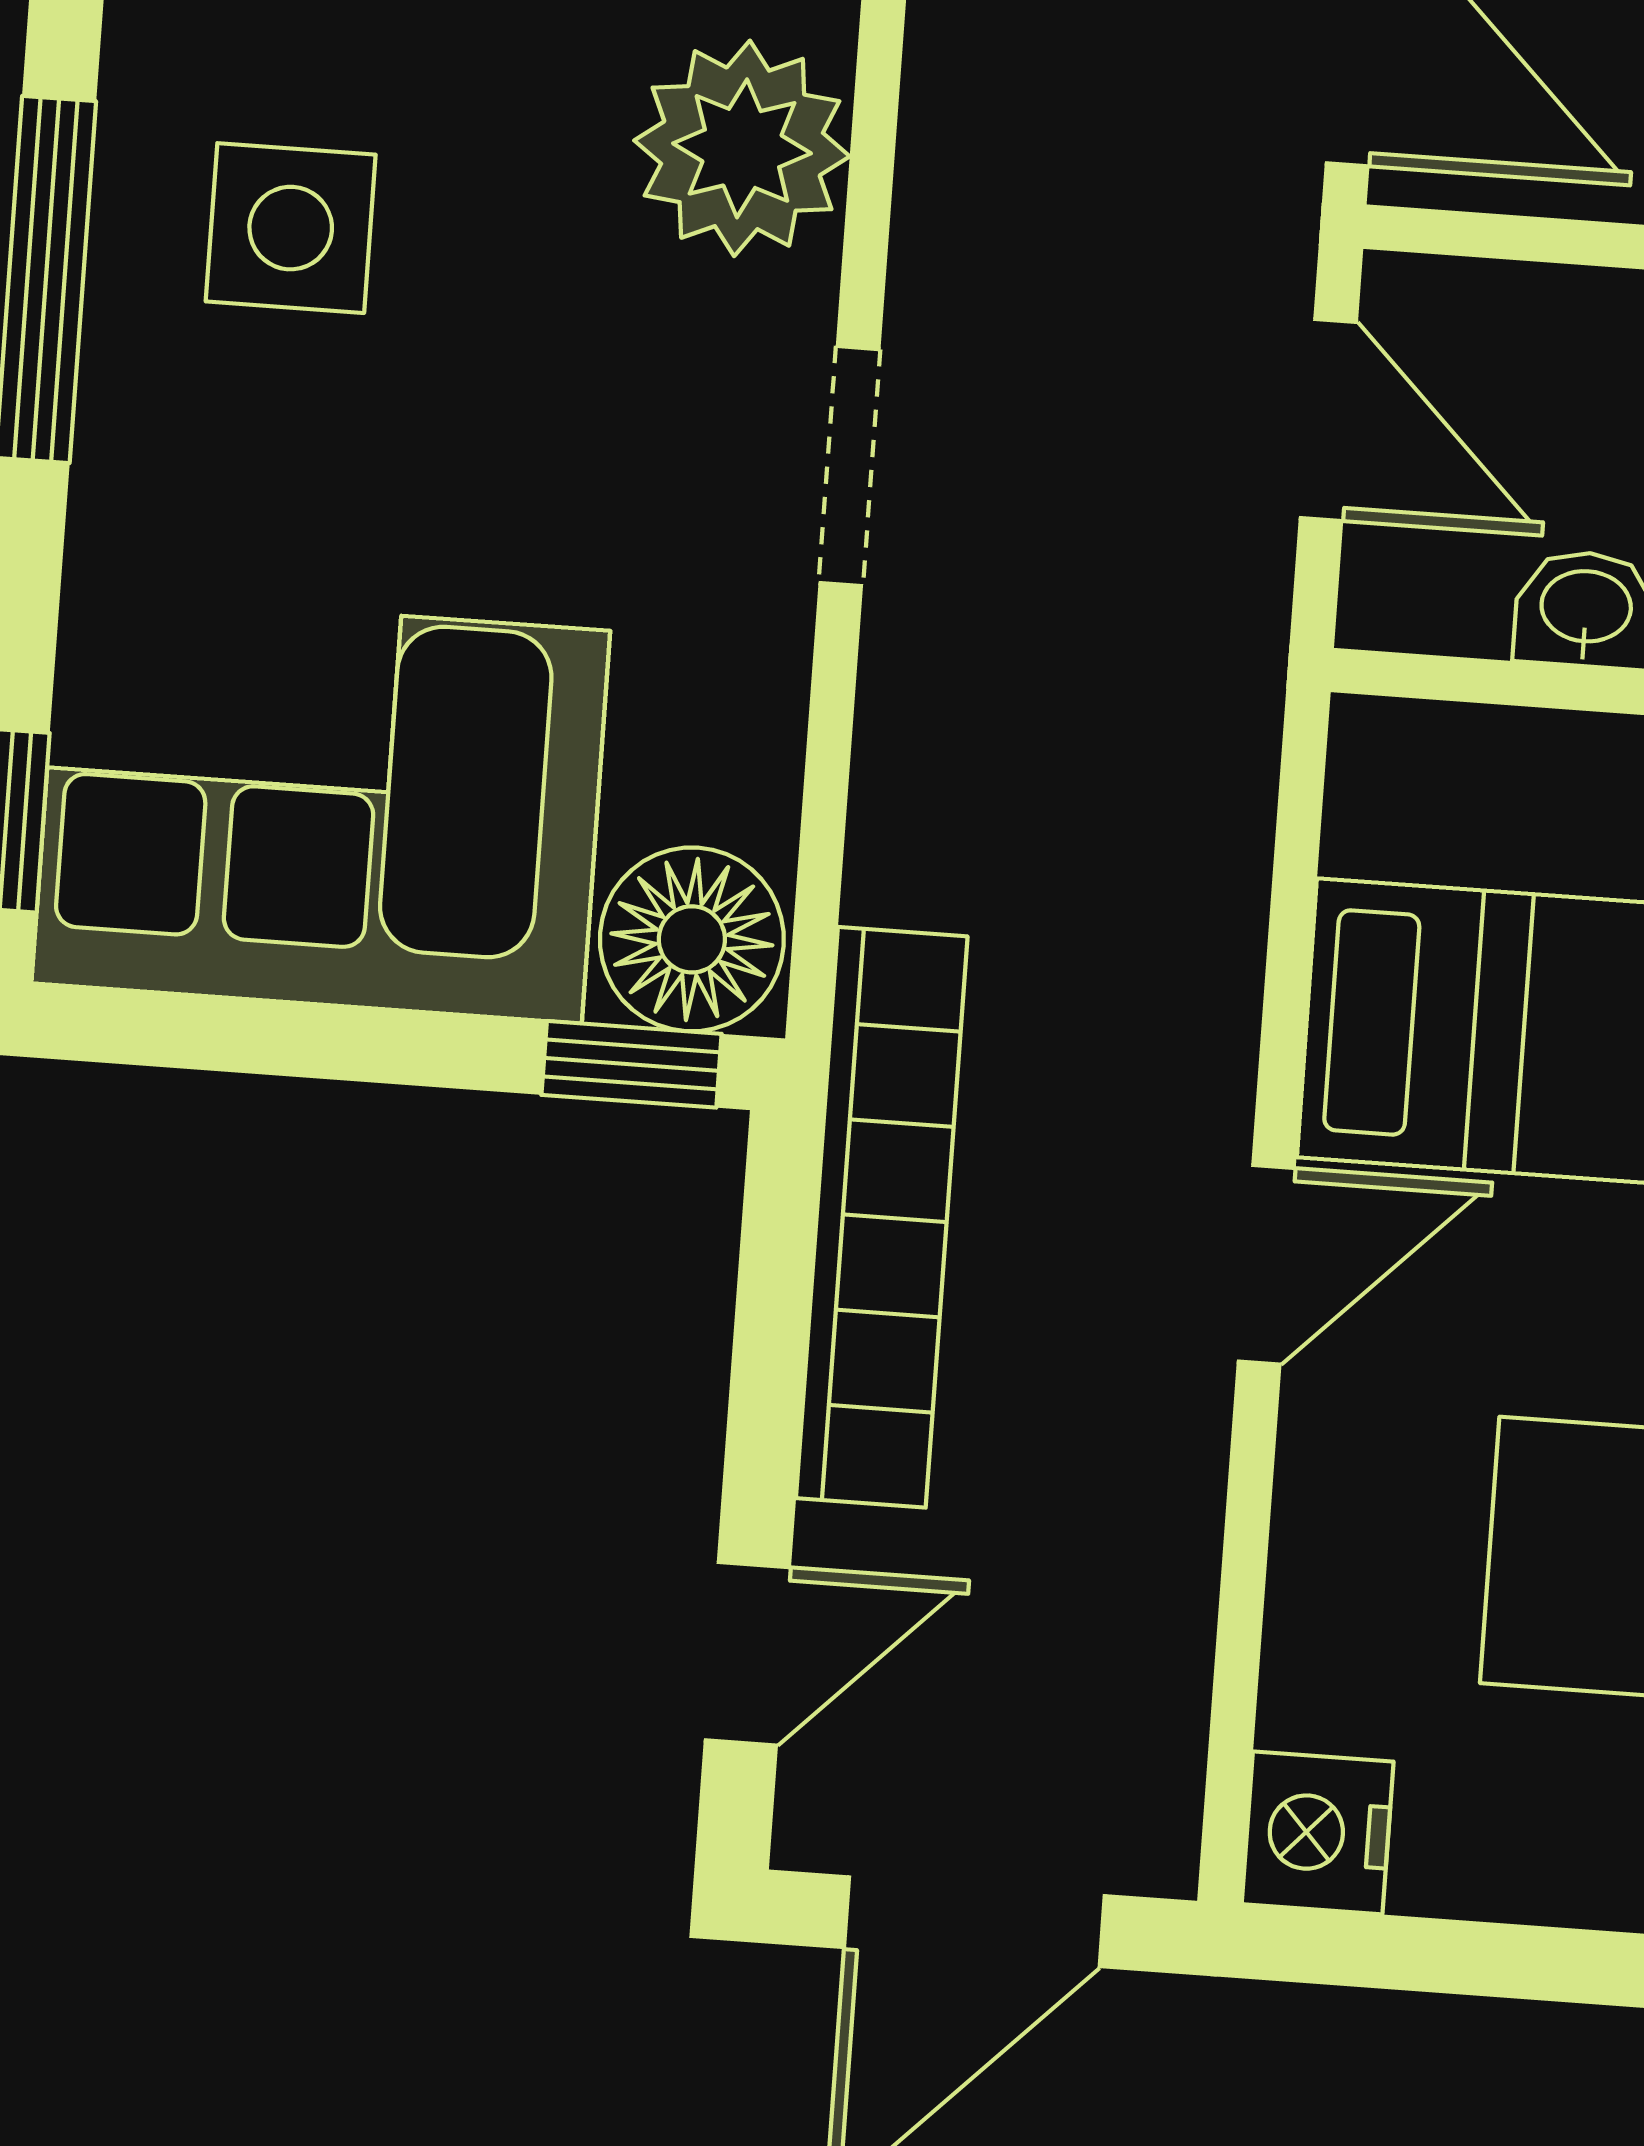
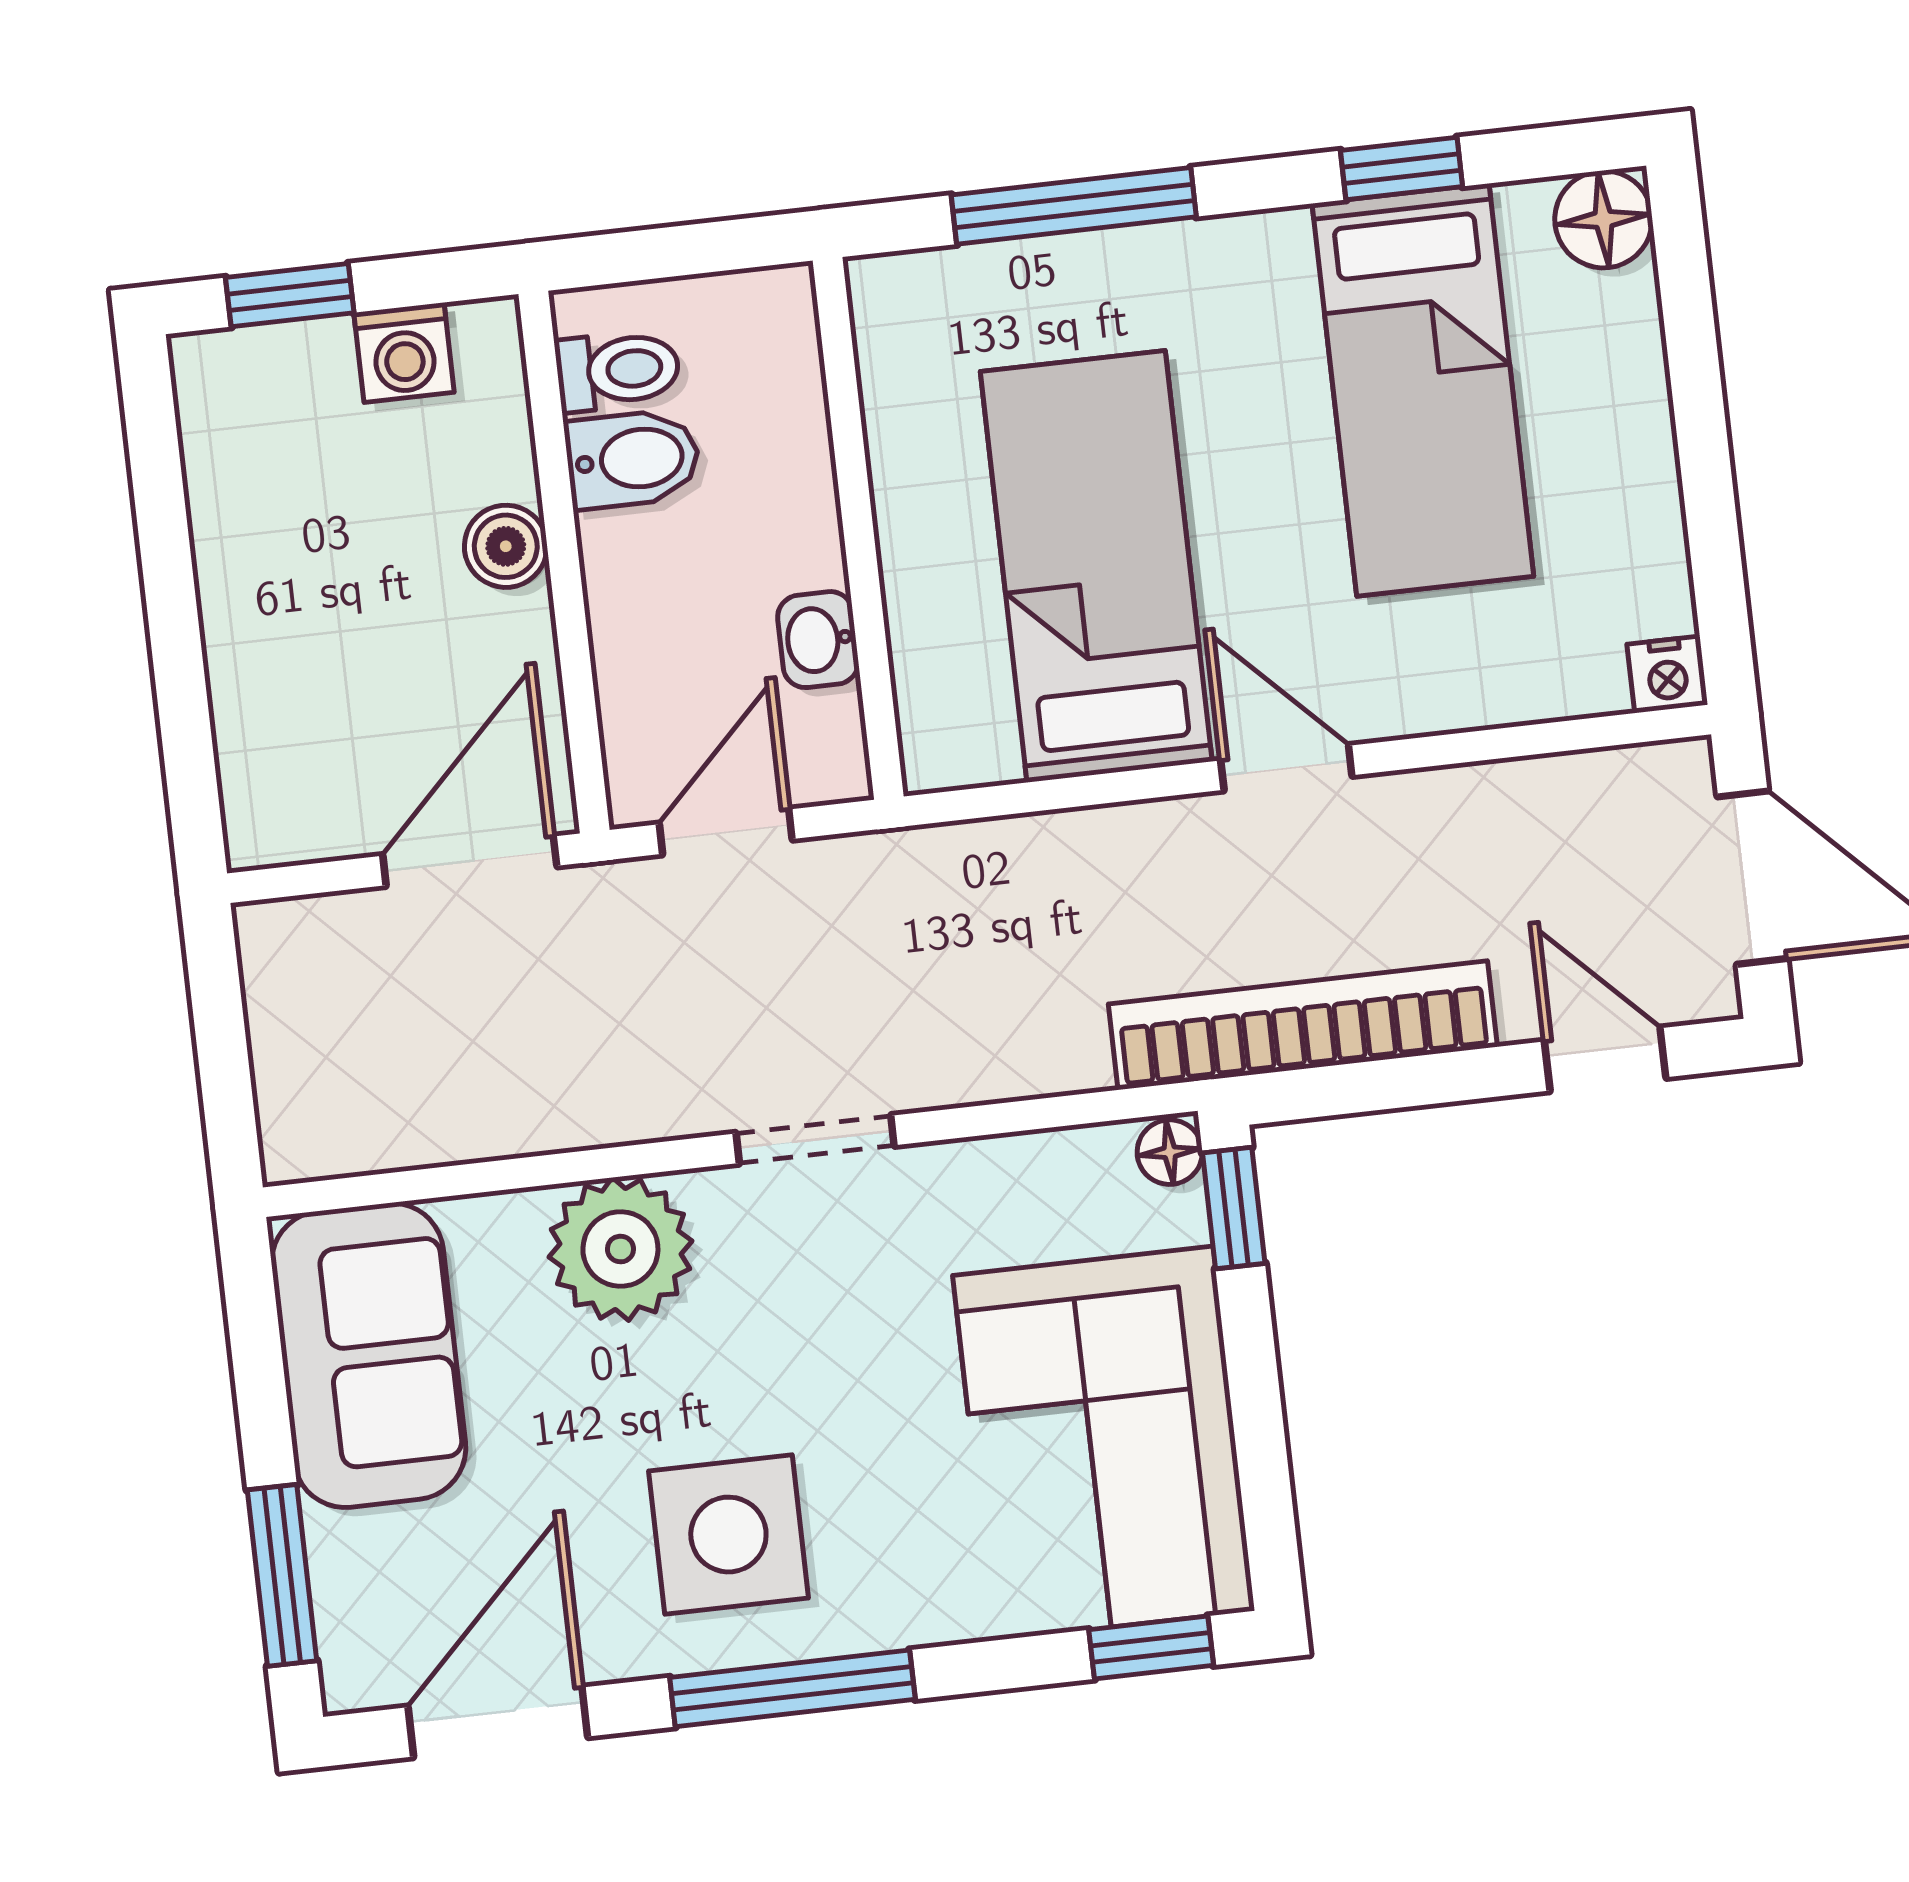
side table: (291, 228) -> (728, 1535), width x1.37, depth x1.37
floor lamp: (692, 939) -> (1170, 1152), width x0.53, depth x0.53
nightstand: (1318, 1833) -> (1667, 675), width x0.72, depth x0.74

